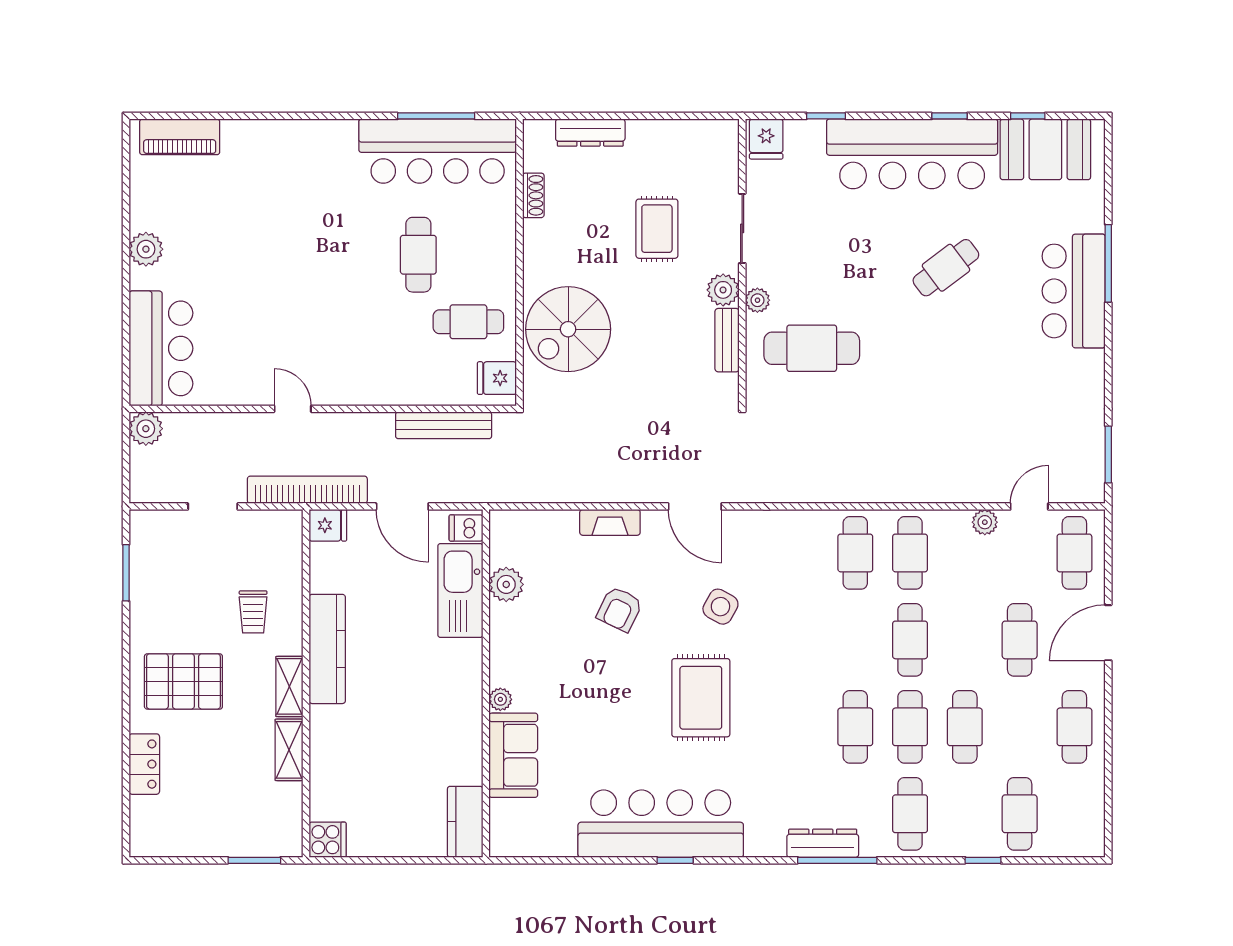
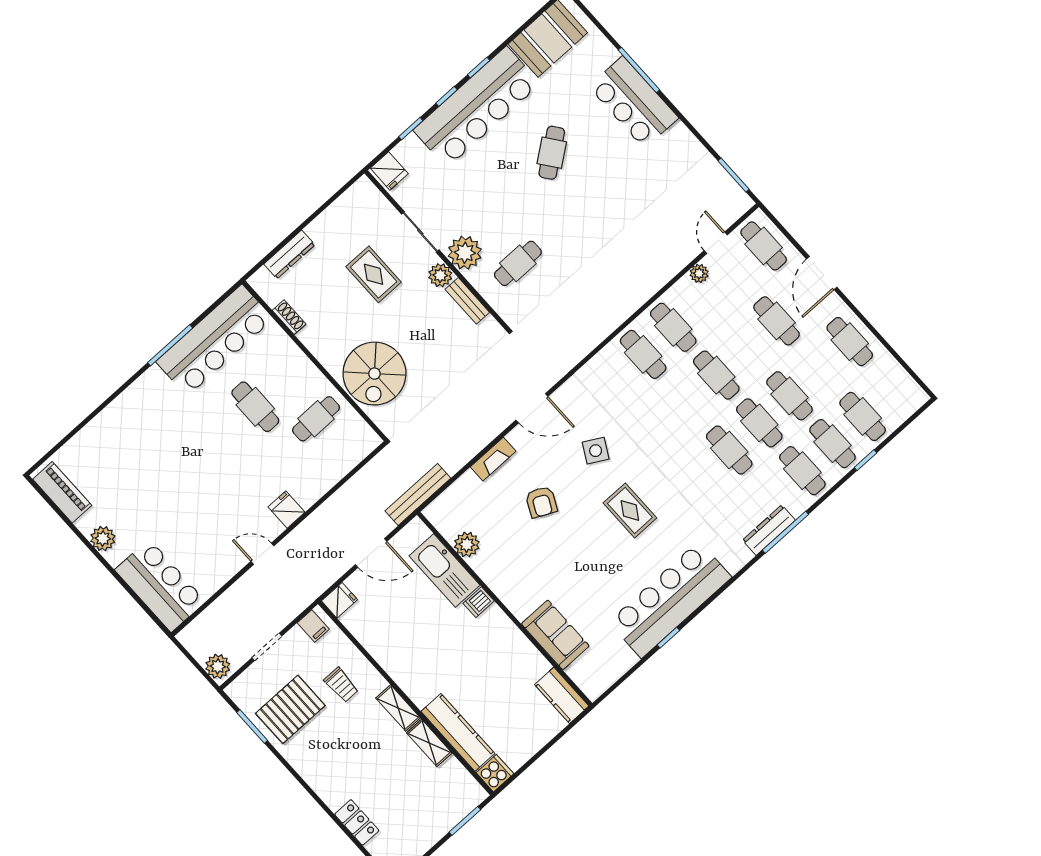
window: (436, 116) -> (170, 345), moved
window: (1028, 116) -> (447, 96), moved
piano: (180, 137) -> (62, 492), moved, turned -90
plant: (757, 300) -> (465, 253), width x1.88, depth x1.88
cafe table: (812, 348) -> (518, 263), width x0.73, depth x0.74
fridge: (497, 378) -> (286, 510), moved, turned 90
bench: (444, 425) -> (418, 495), moved
plant: (146, 429) -> (218, 666), moved
bookcase: (307, 490) -> (311, 591), removed
filing cabinet: (278, 527) -> (313, 626), added
dishwasher: (466, 528) -> (479, 602), moved
kitchen counter: (327, 649) -> (458, 732), moved
pallet: (183, 681) -> (290, 709), moved
rug: (701, 698) -> (630, 510), width x0.73, depth x0.70
plant: (500, 699) -> (520, 611), removed
cafe table: (965, 814) -> (832, 444), added
window: (675, 860) -> (668, 638), moved

